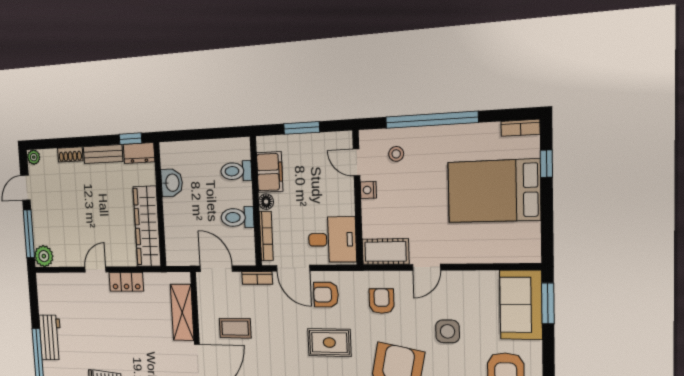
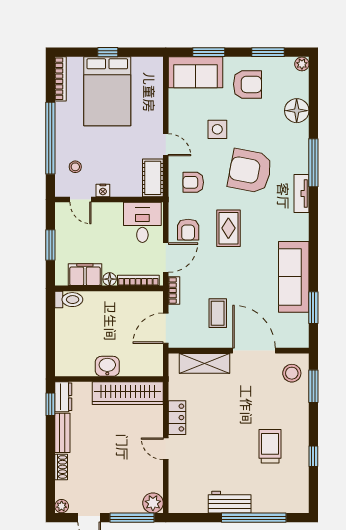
bookcase: (520, 128) -> (60, 79), width x1.56
door: (356, 162) -> (80, 200), hinge flipped
window: (546, 164) -> (108, 52), moved
toilet: (236, 171) -> (69, 300), moved, turned -90
washbasin: (172, 183) -> (107, 366), moved
toilet: (237, 217) -> (122, 306), removed
window: (548, 303) -> (209, 52), moved

